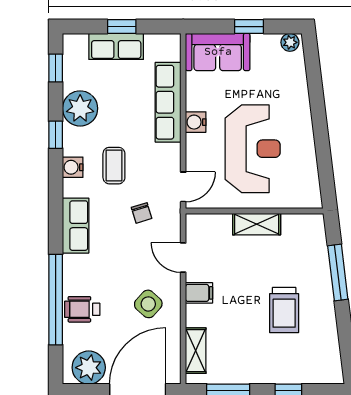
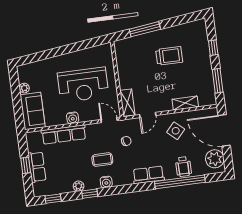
window: (249, 27) -> (16, 96), removed
plant: (290, 42) -> (24, 88), moved
plant: (80, 108) -> (79, 186), width x0.53, depth x0.53
reception desk: (253, 149) -> (83, 85), turned 180
shelving: (257, 224) -> (127, 103), moved
row of seats: (76, 226) -> (148, 175), moved
filing cabinet: (199, 293) -> (166, 104), removed
shelving: (196, 351) -> (185, 103), moved

